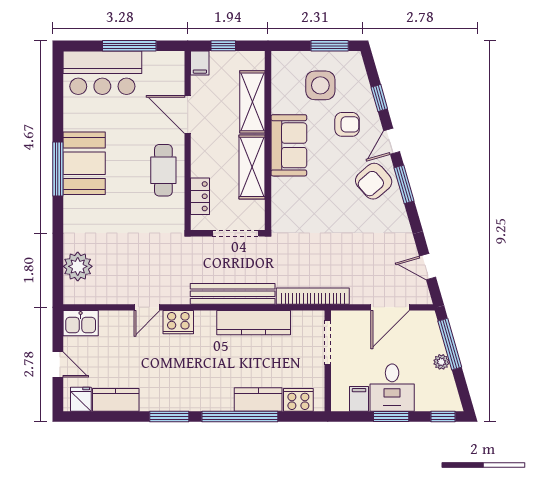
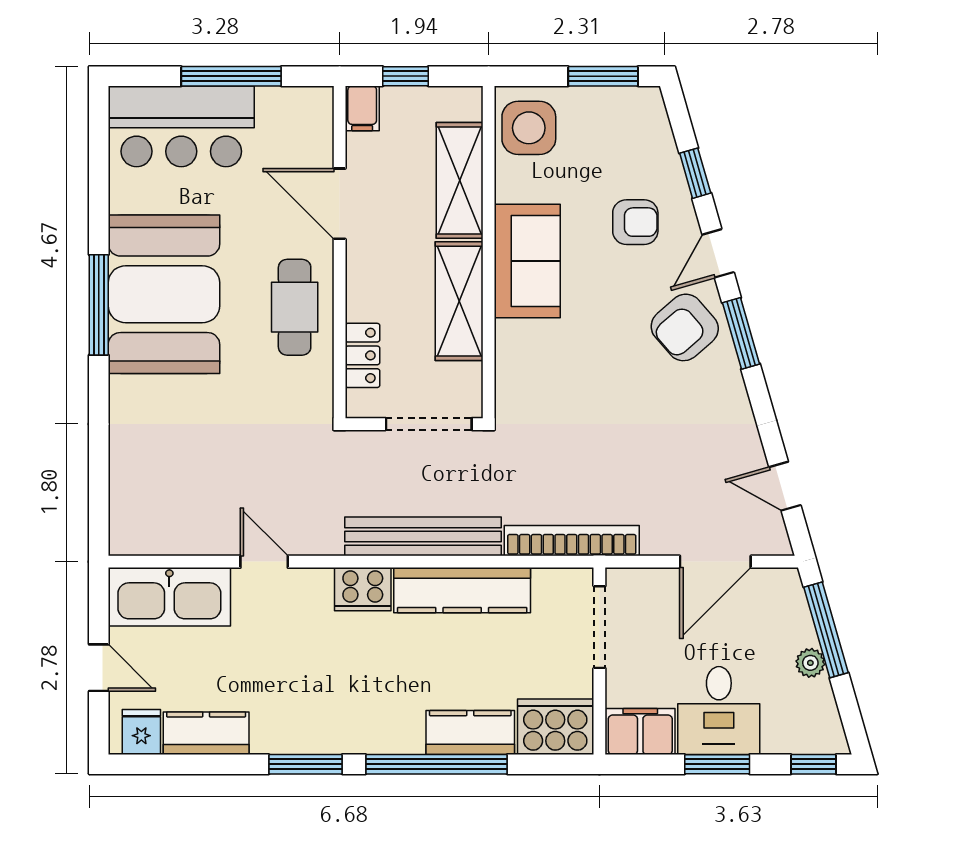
side table: (320, 85) -> (529, 128), moved
booth: (84, 163) -> (164, 294), width x1.36, depth x1.42
plant: (78, 266) -> (136, 486), removed
door: (147, 307) -> (264, 562), swing flipped
cooker: (178, 322) -> (363, 589), moved
kitchen sink: (81, 323) -> (169, 597), width x1.87, depth x1.24
filing cabinet: (359, 399) -> (640, 732), width x2.00
cooker: (298, 400) -> (555, 727), width x1.37, depth x1.31

